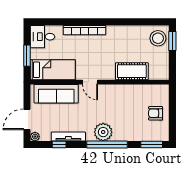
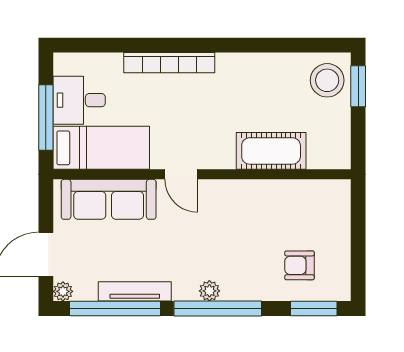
desk: (42, 37) -> (79, 100), moved
window: (27, 56) -> (46, 117), width x1.44
armchair: (156, 113) -> (299, 265), moved
plant: (103, 132) -> (209, 291), width x0.53, depth x0.53
window: (59, 145) -> (115, 309), width x3.17

